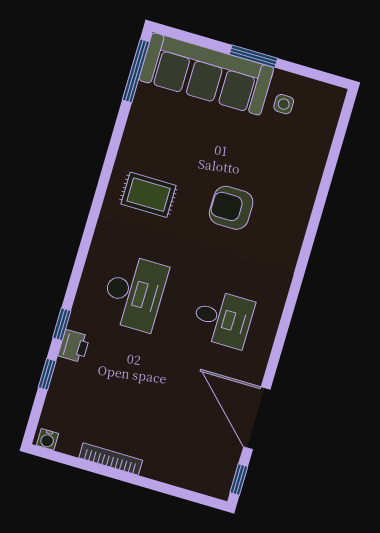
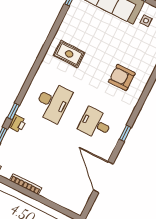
armchair: (231, 208) -> (122, 77), moved
desk: (223, 319) -> (95, 124), turned 180
window: (239, 480) -> (125, 133), moved

